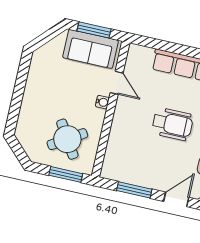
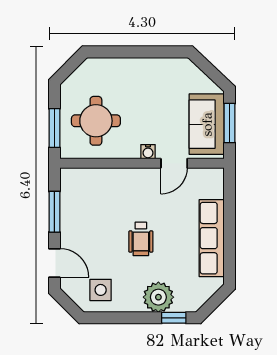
wheelchair: (172, 124) -> (141, 239), width x0.73, depth x0.73
round table: (67, 139) -> (96, 121), turned 32

